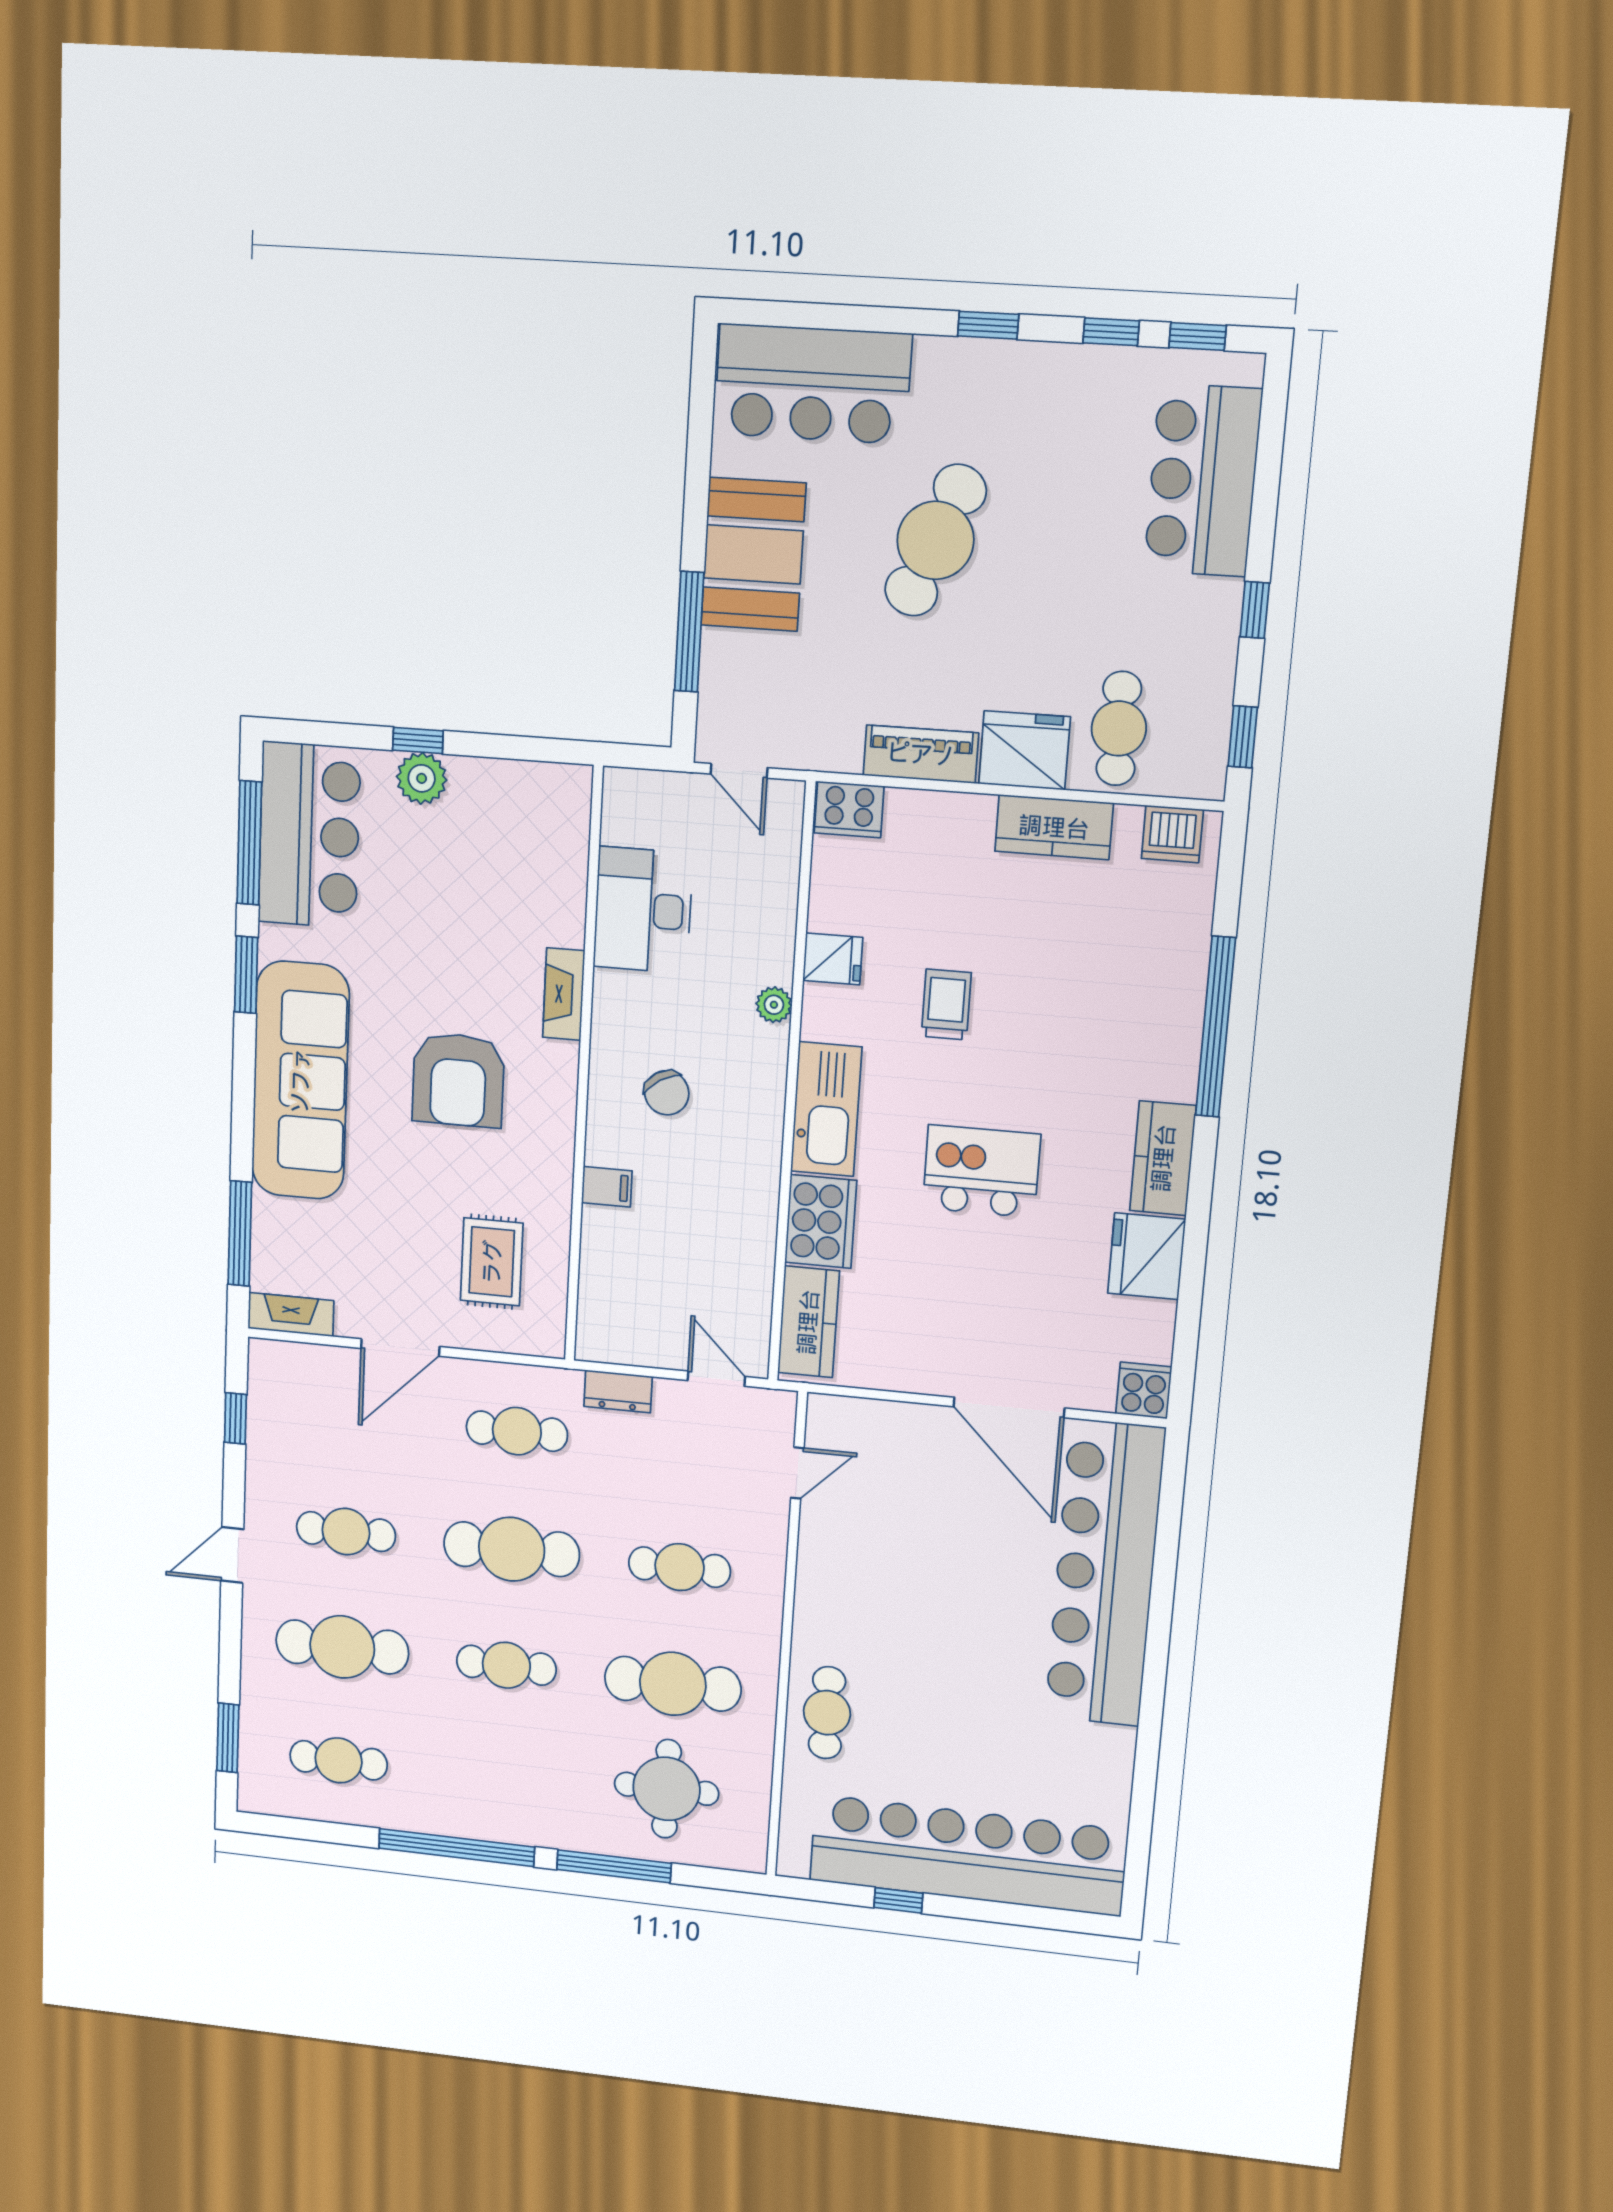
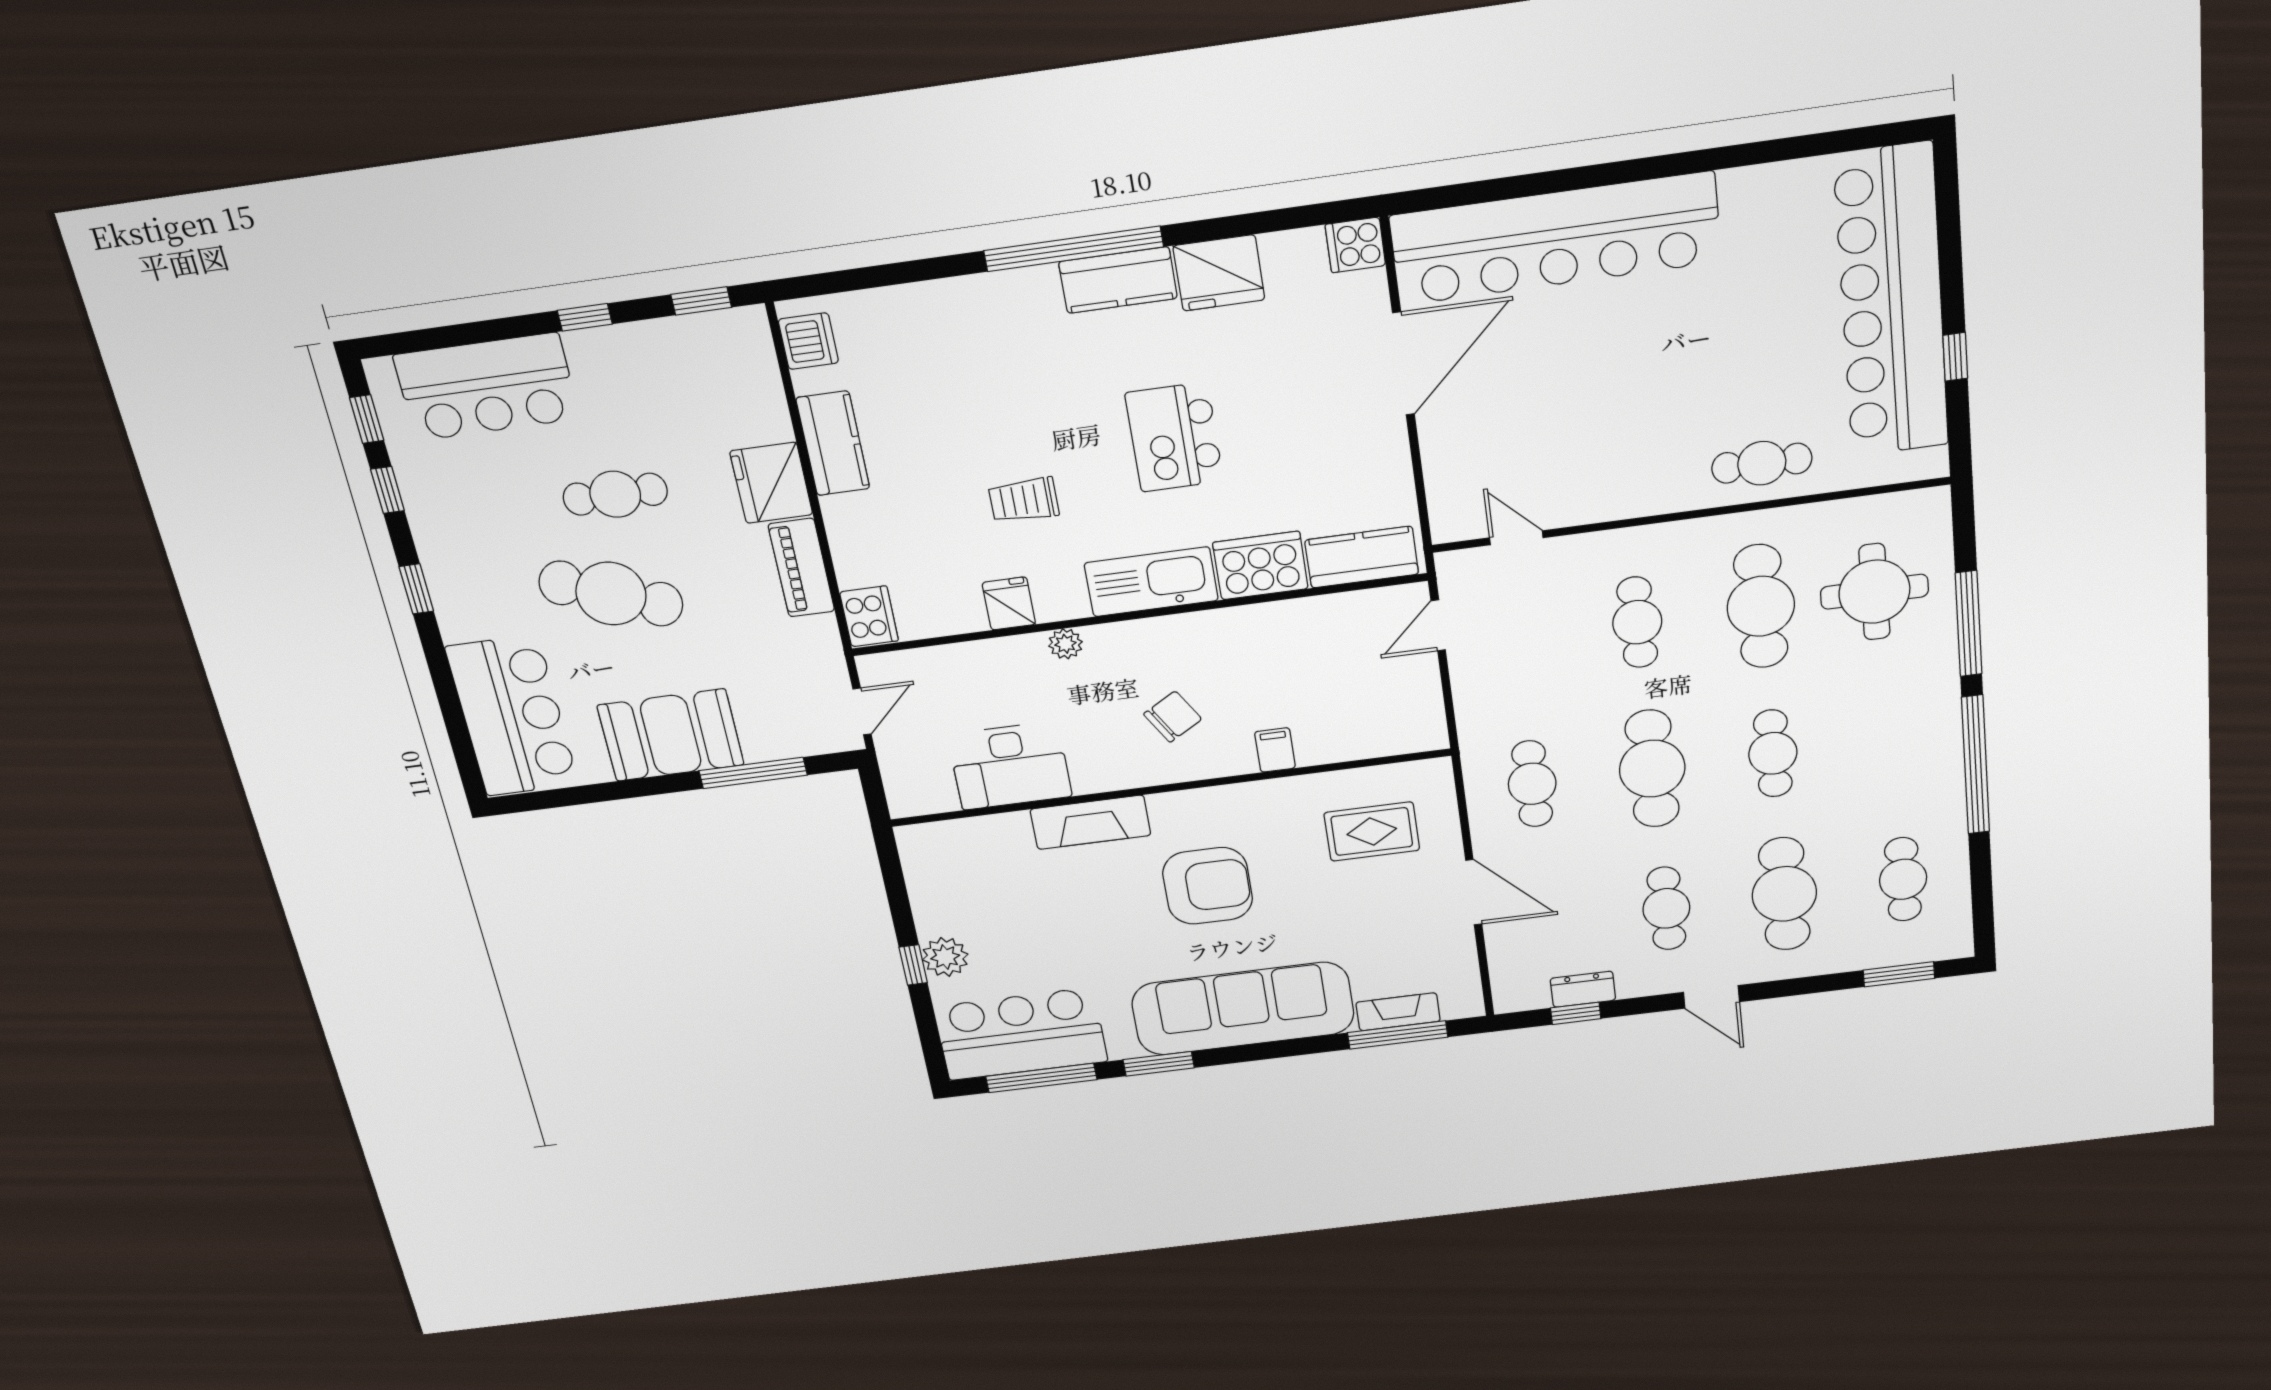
cafe table: (1119, 728) -> (615, 494), moved
fireplace: (564, 994) -> (1090, 822), width x1.37, depth x1.32
window: (1215, 1027) -> (1073, 249), moved
fireplace: (291, 1315) -> (1398, 1012), moved, turned 90
dresser: (618, 1391) -> (1583, 989), moved, turned -90

